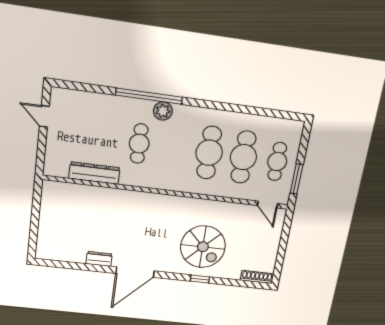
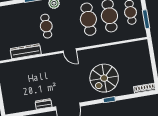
door: (268, 205) -> (70, 51), moved
spiral stairs: (203, 247) -> (104, 78), turned 90

